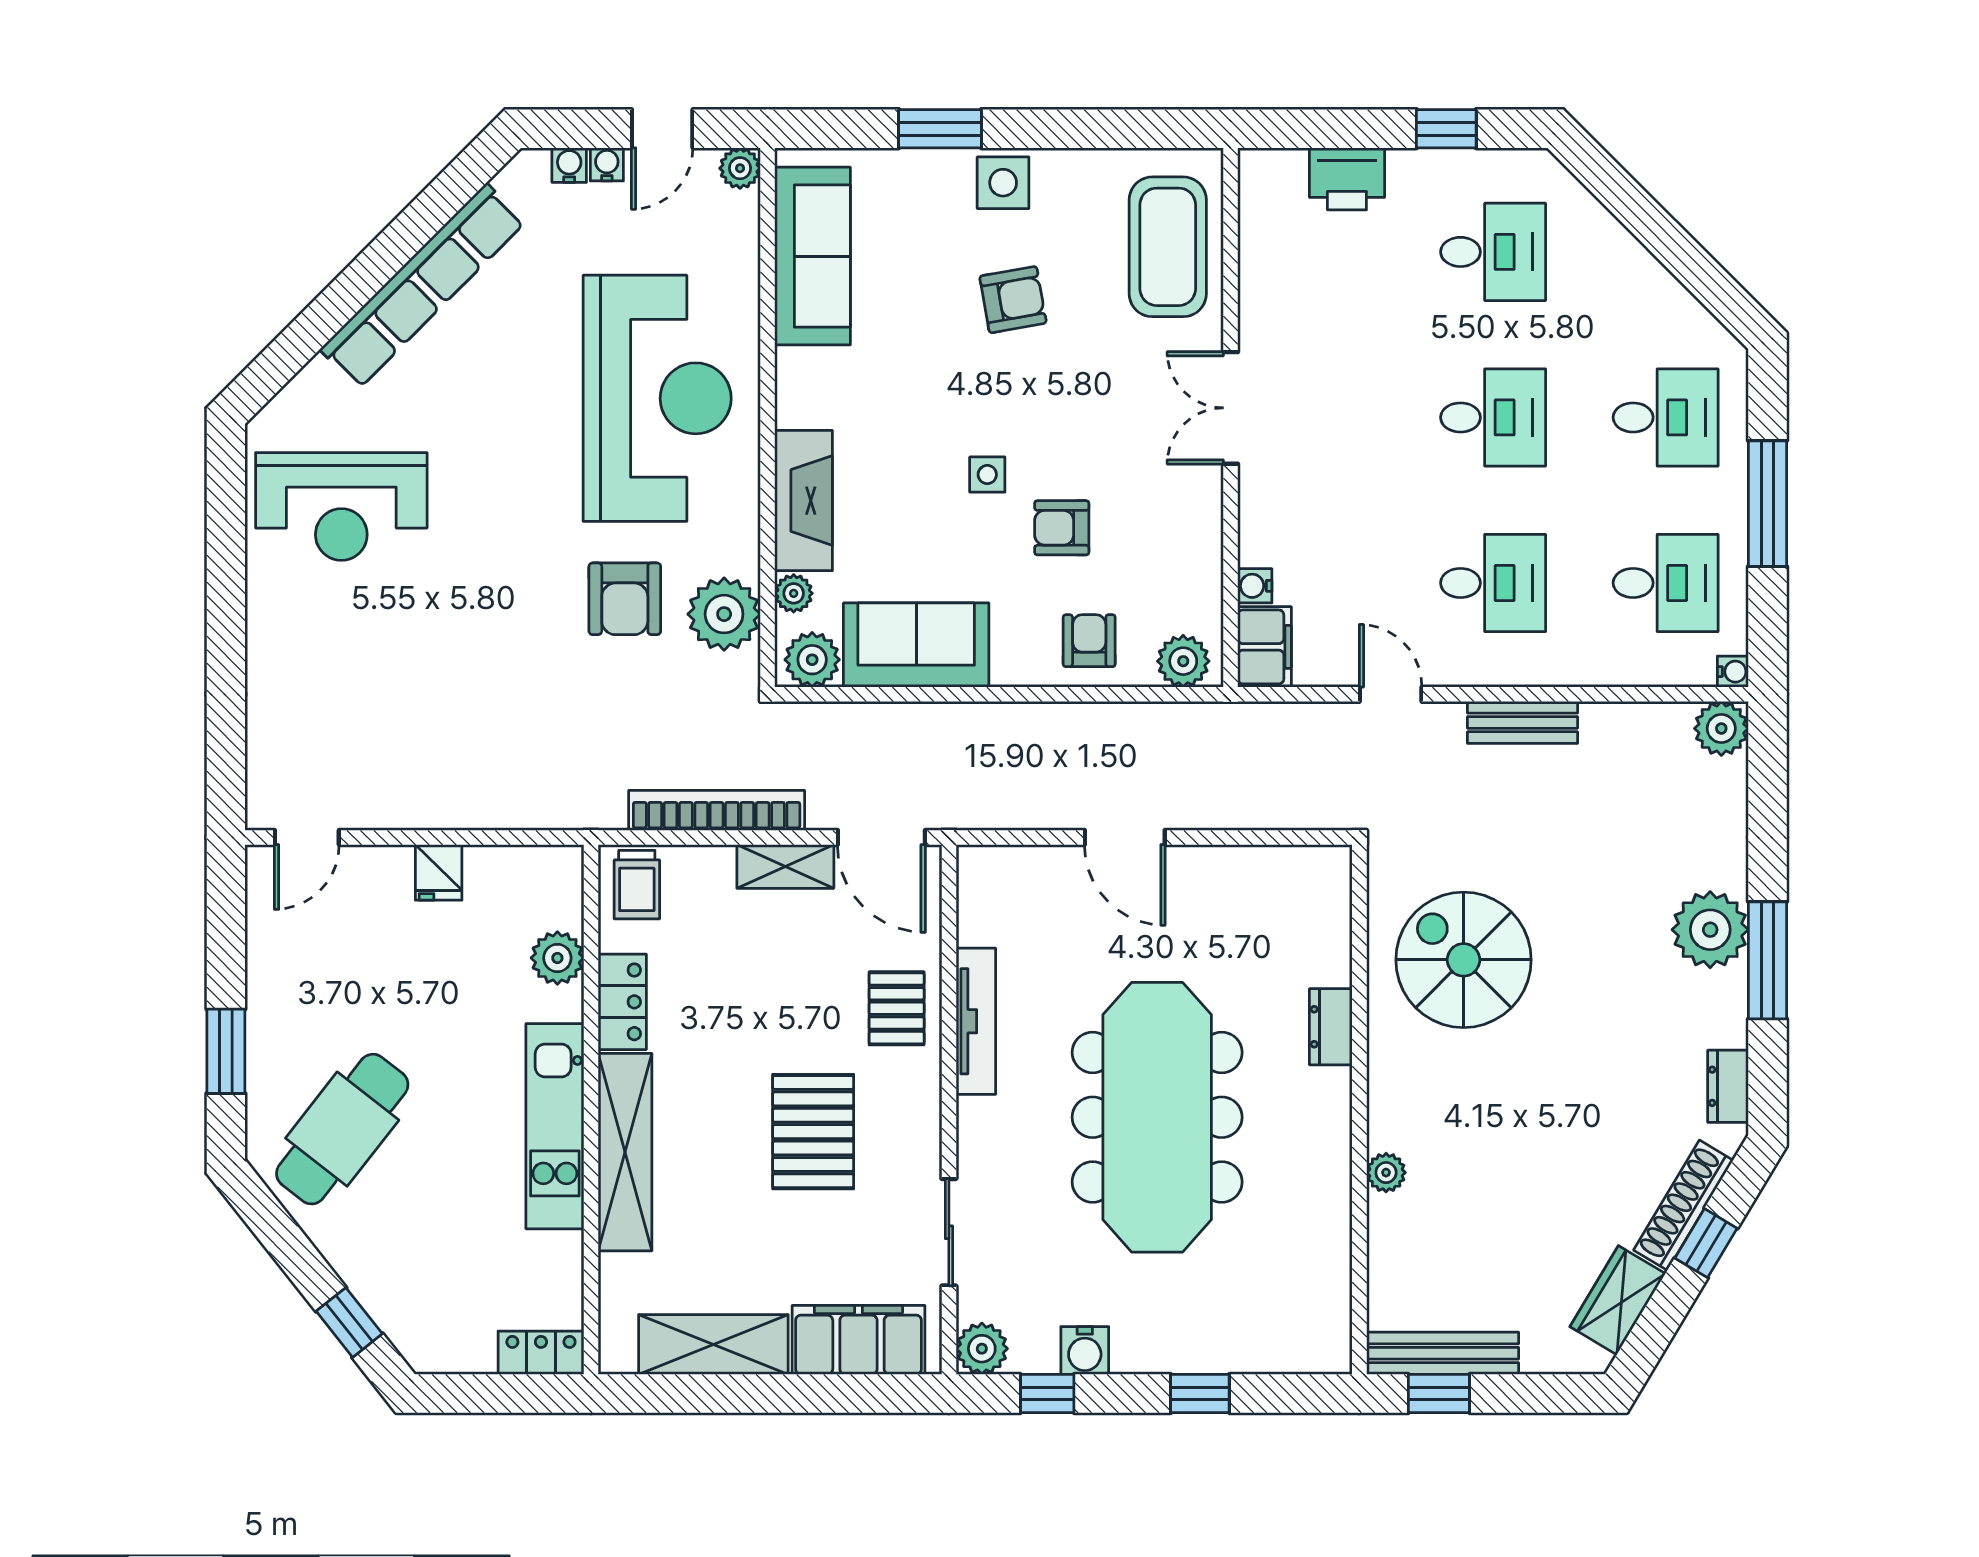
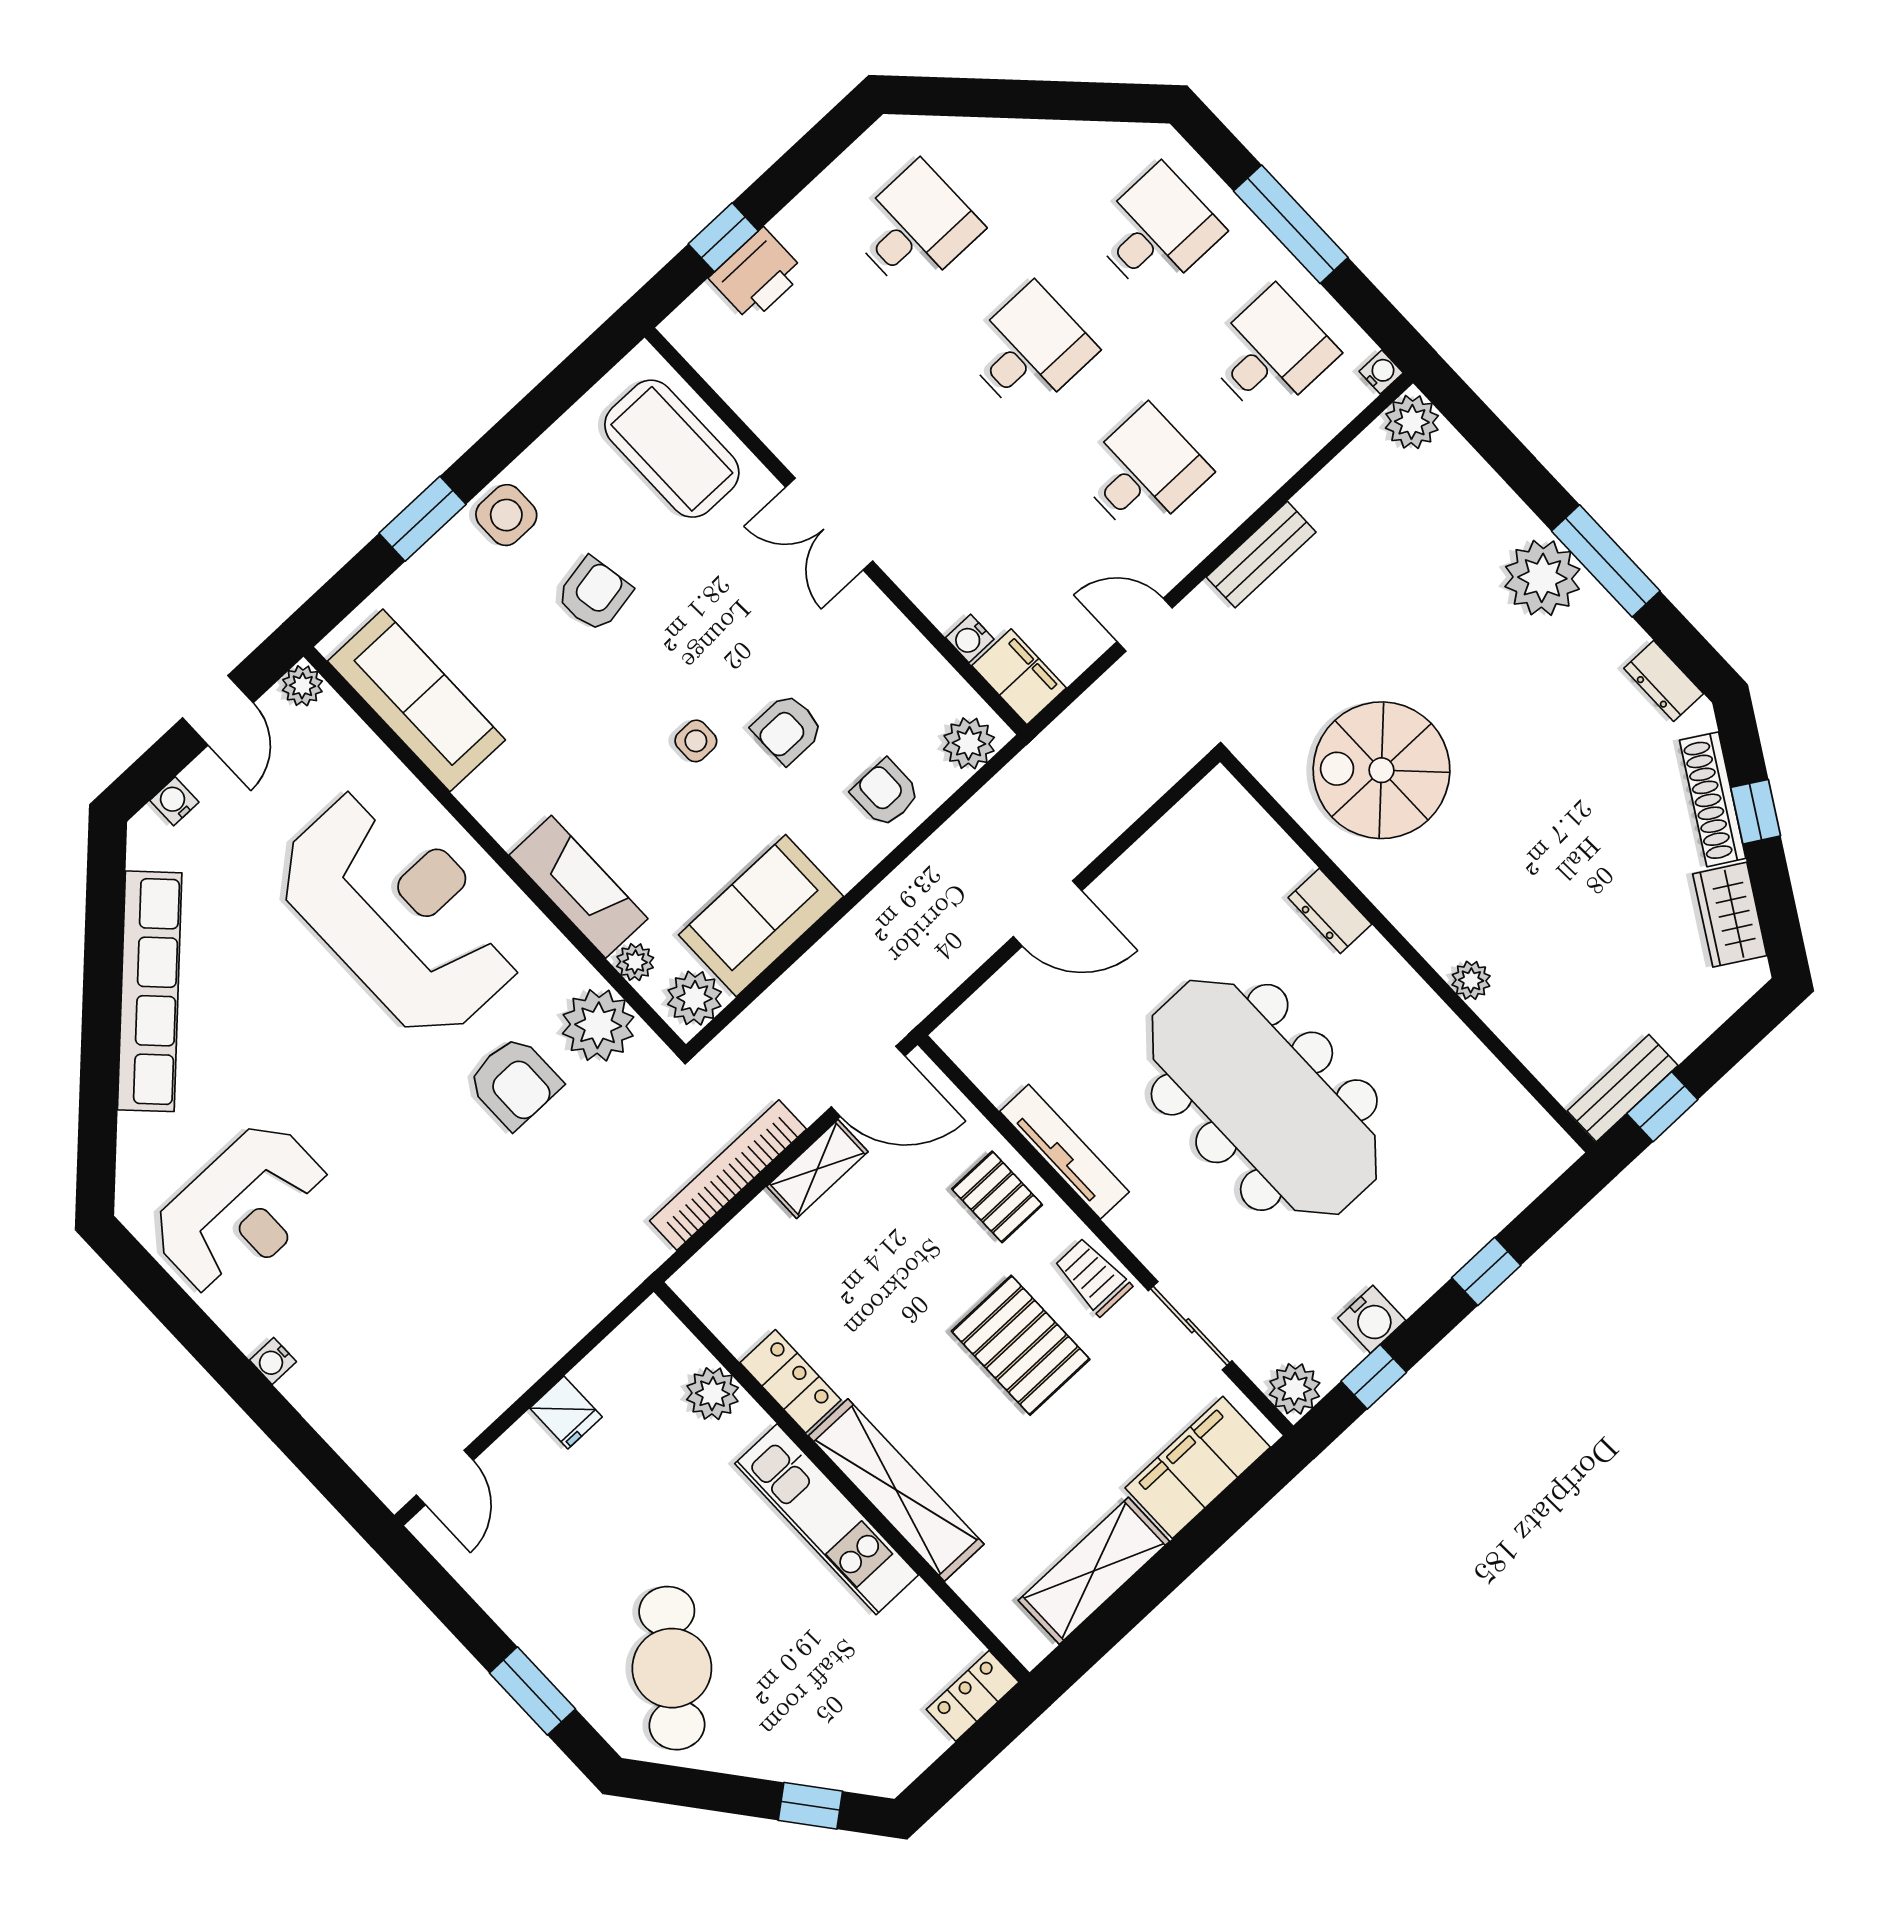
window: (1446, 129) -> (723, 237), moved
water cooler: (607, 164) -> (273, 1361), moved, turned -90
trolley: (637, 885) -> (1093, 1277), moved, turned 180
bench: (1443, 1353) -> (1623, 1088), width x0.73

